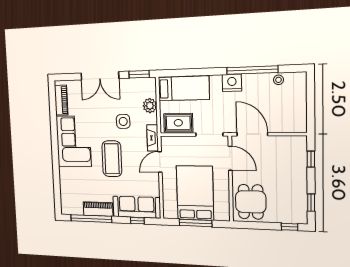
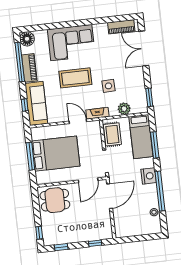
window: (195, 72) -> (155, 145), added
double door: (100, 76) -> (144, 48), moved
corner sofa: (74, 141) -> (71, 43), moved
floor lamp: (68, 207) -> (27, 39), added

